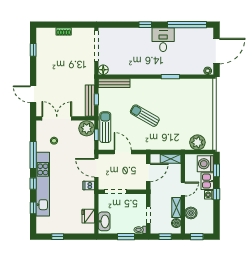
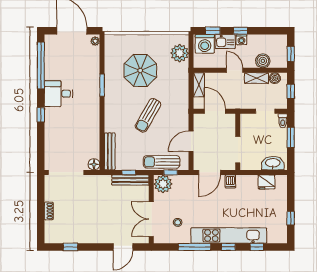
parasol: (183, 109) -> (140, 70), added

